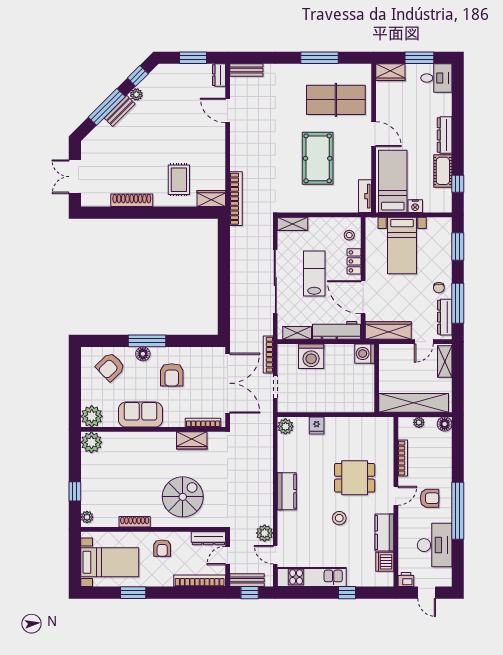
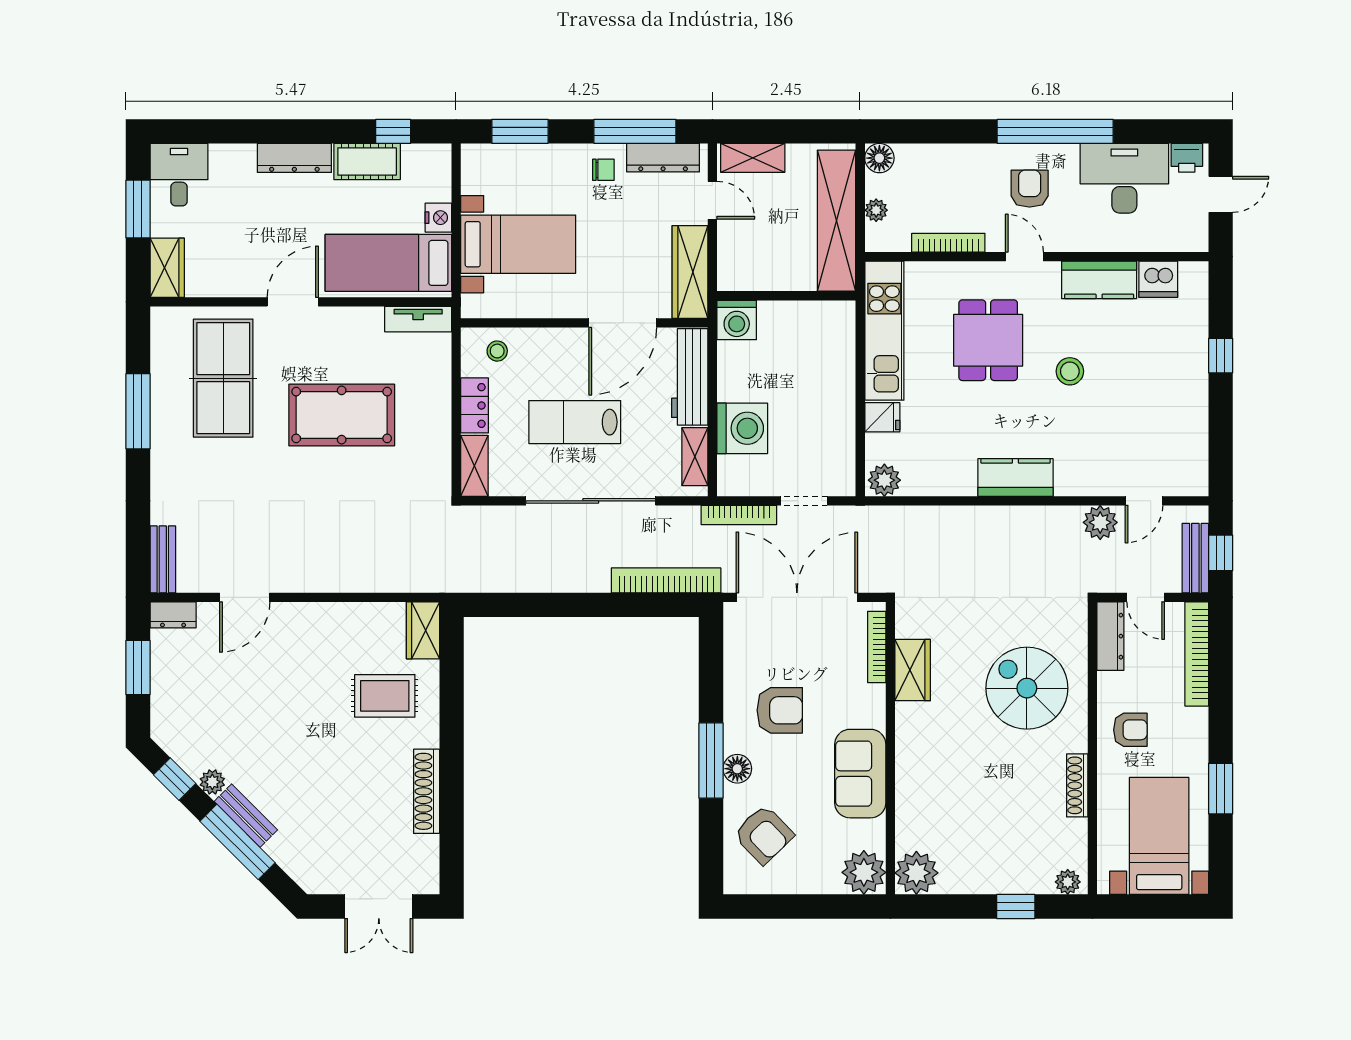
bookcase: (236, 199) -> (666, 580), moved
locker: (354, 261) -> (475, 405), moved, turned -90
kitchen unit: (312, 577) -> (884, 331), moved, turned 180
printer: (406, 580) -> (1187, 158), moved, turned -90

